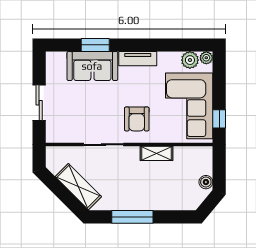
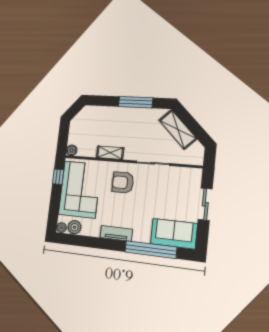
window: (95, 45) -> (151, 250), width x2.11
sofa: (92, 66) -> (174, 234), moved
armchair: (137, 119) -> (123, 182), turned -90
boiler: (206, 182) -> (72, 150), moved

